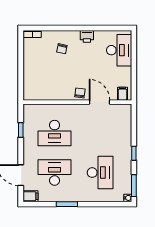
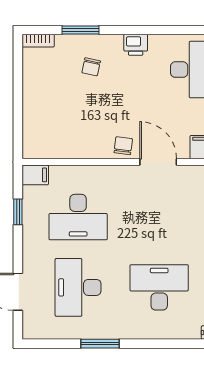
window: (56, 28) -> (81, 30), added
desk: (55, 173) -> (78, 287), turned -90
desk: (100, 173) -> (159, 287), turned -90
filing cabinet: (31, 196) -> (35, 175), moved

